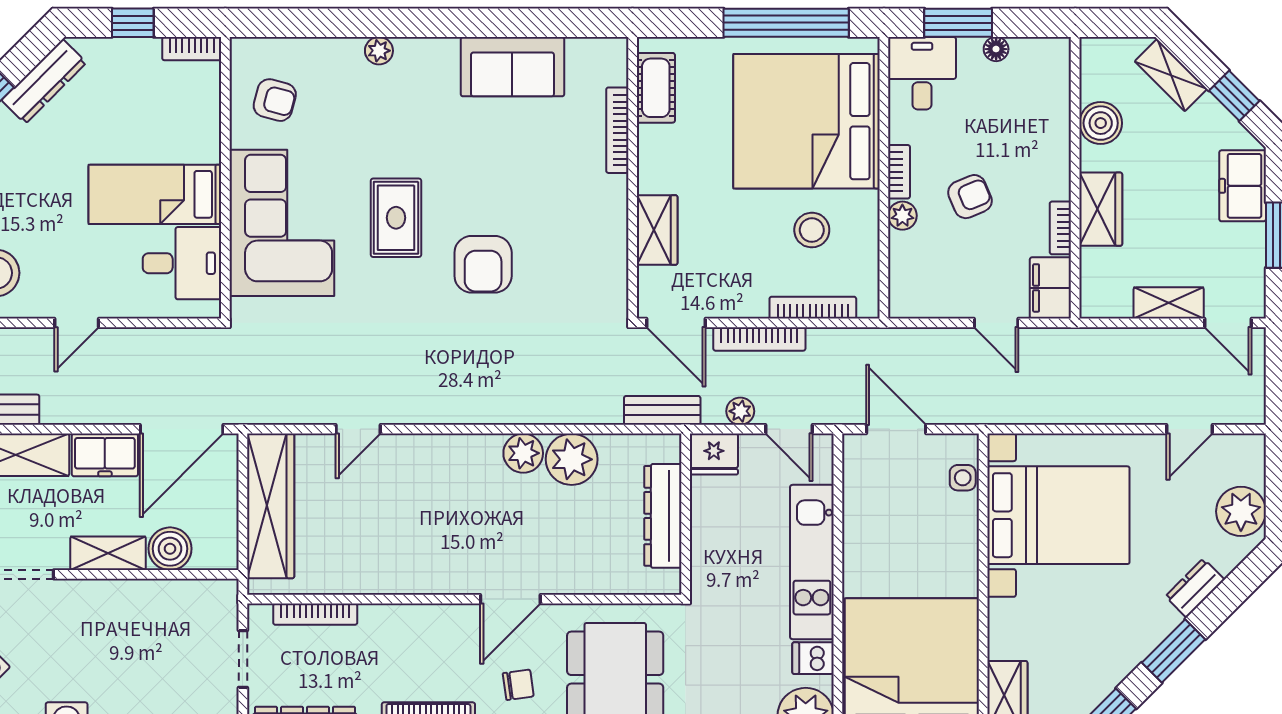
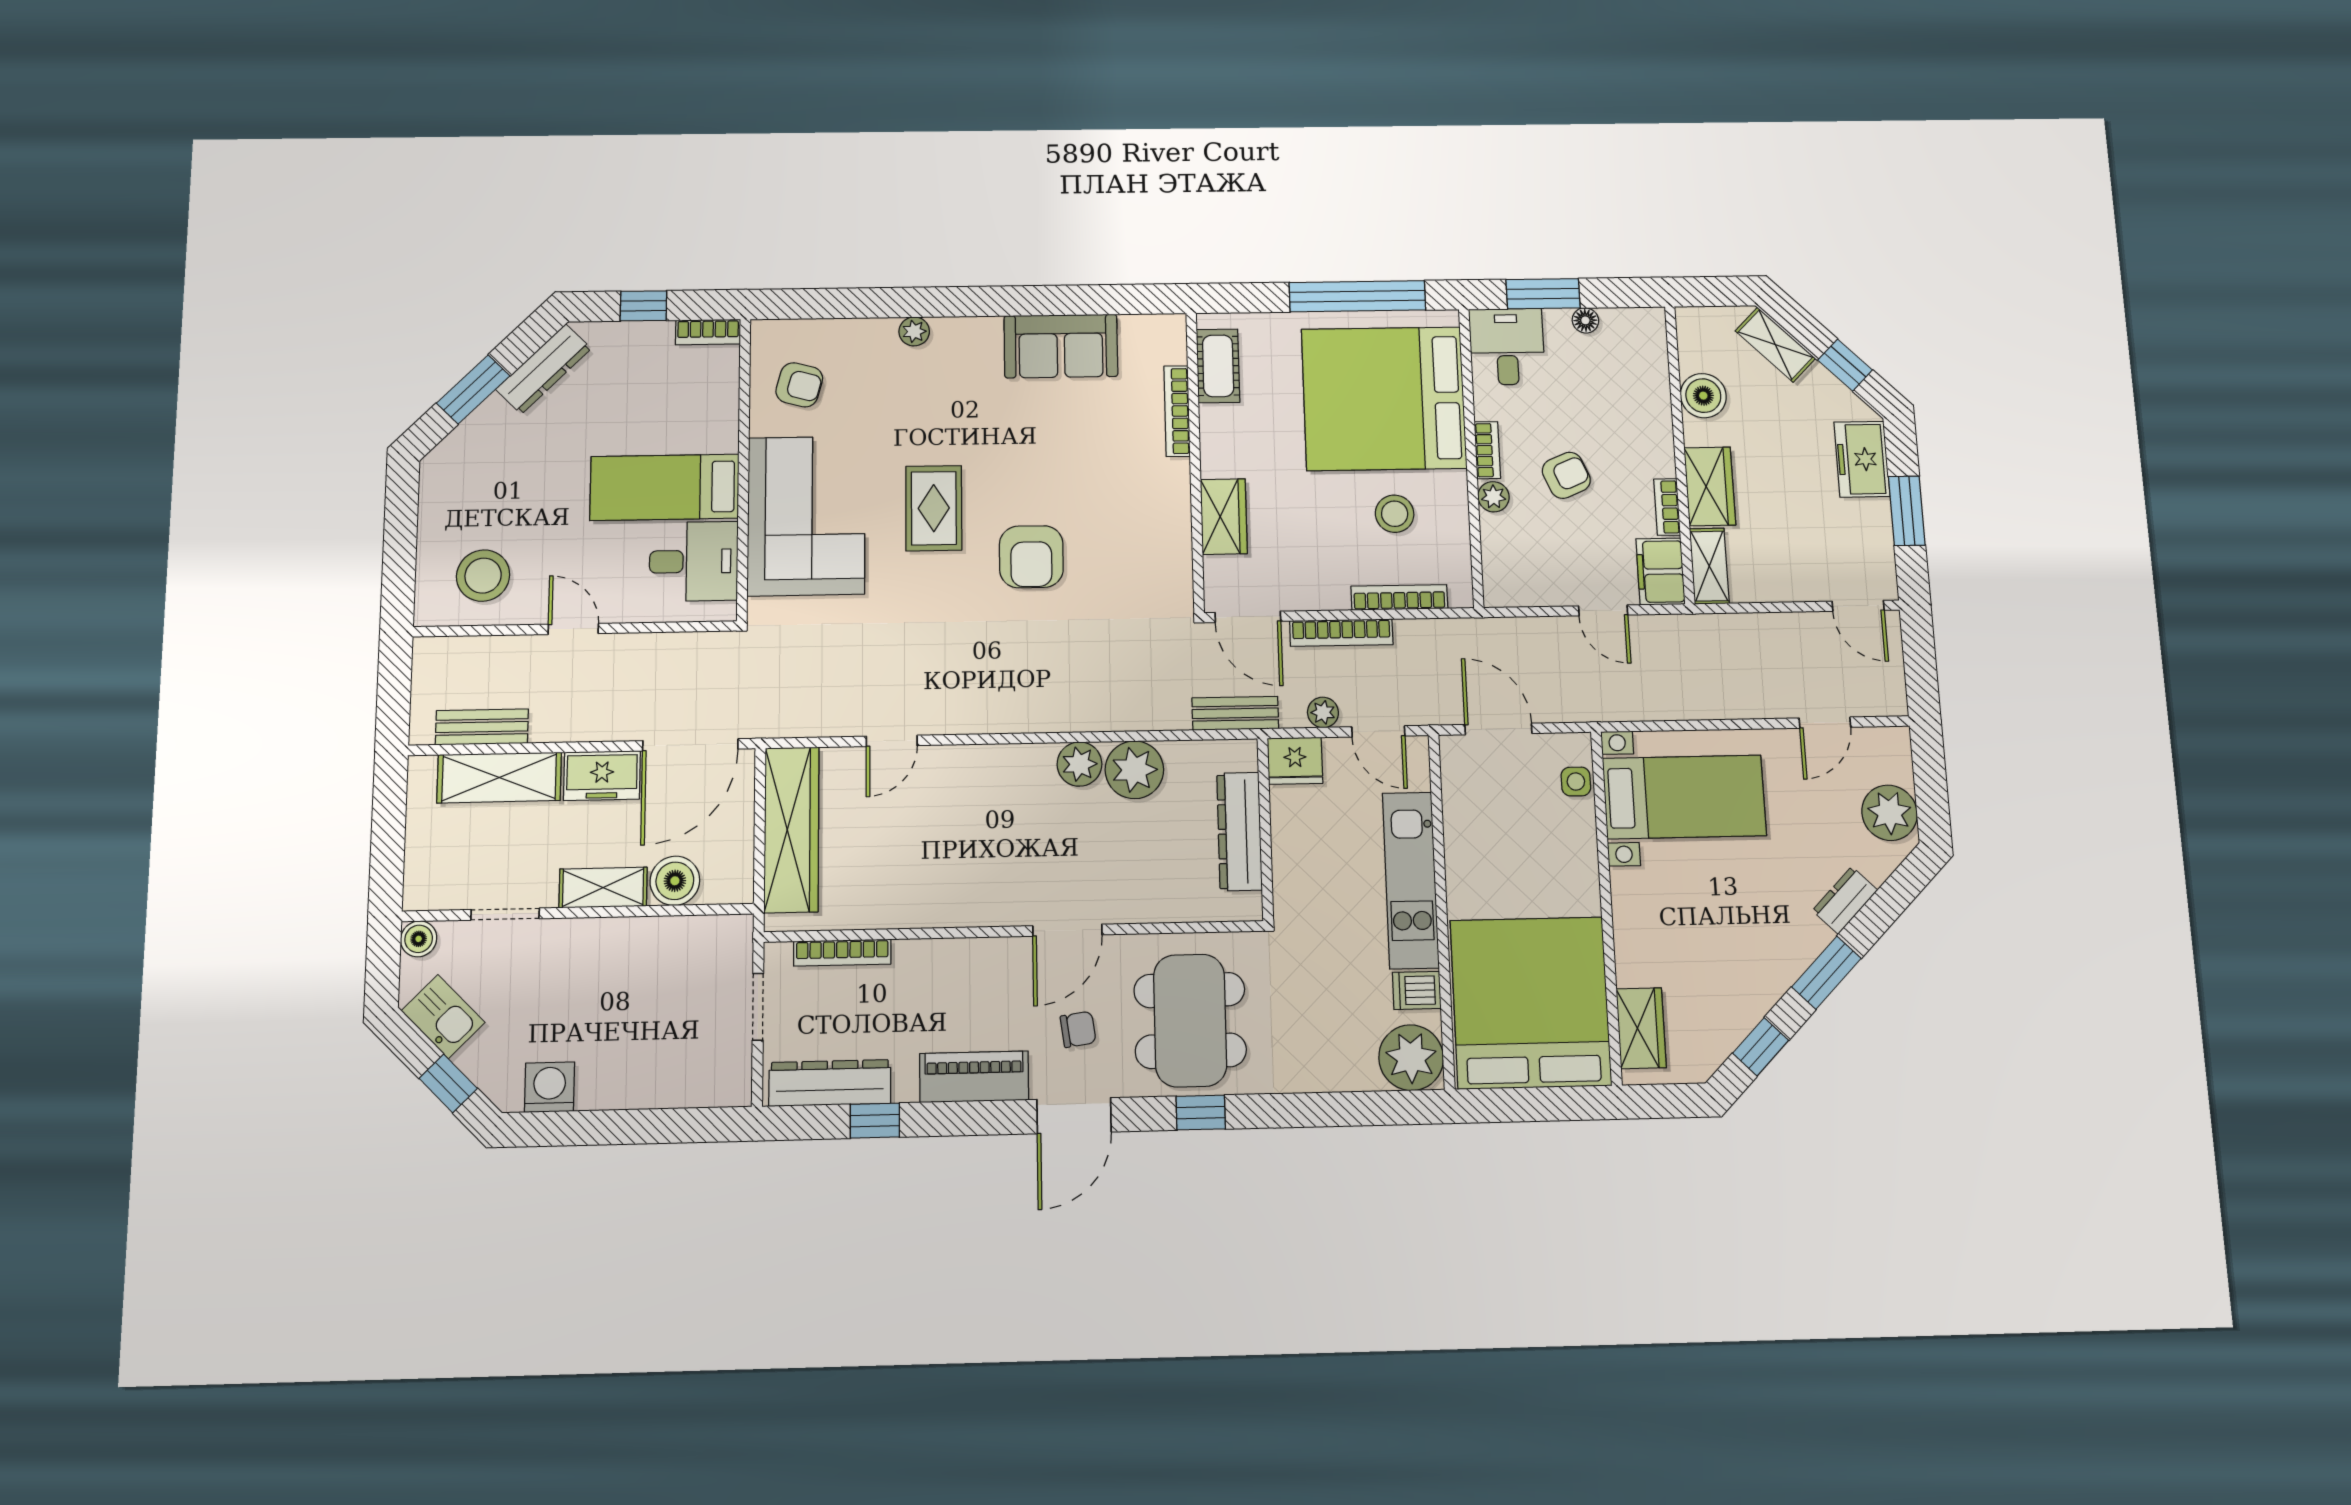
shelving: (1169, 303) -> (1709, 566), moved, turned 90
door: (77, 323) -> (573, 629), swing flipped
bed with nightstands: (1058, 515) -> (1684, 797), width x0.73

